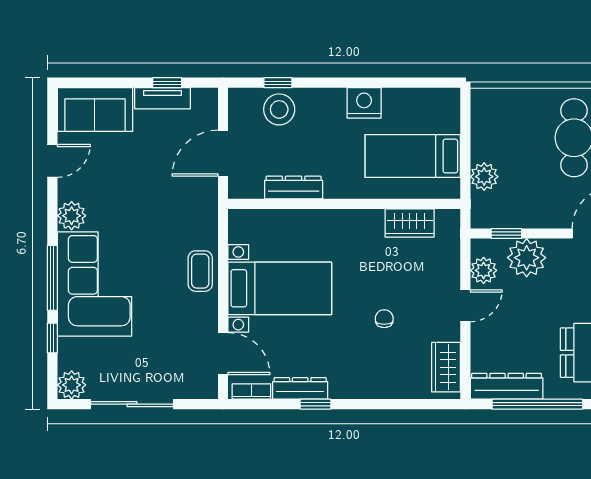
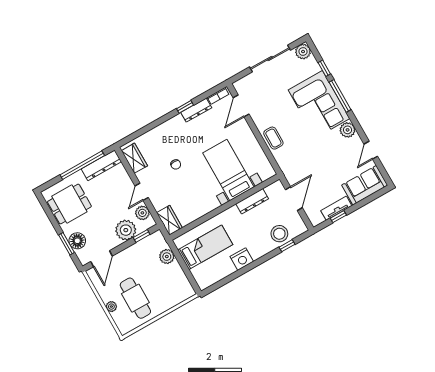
wardrobe: (410, 223) -> (169, 220), moved, turned 90
bed with nightstands: (280, 288) -> (228, 170), moved, turned 90
door: (223, 354) -> (241, 106), hinge flipped

